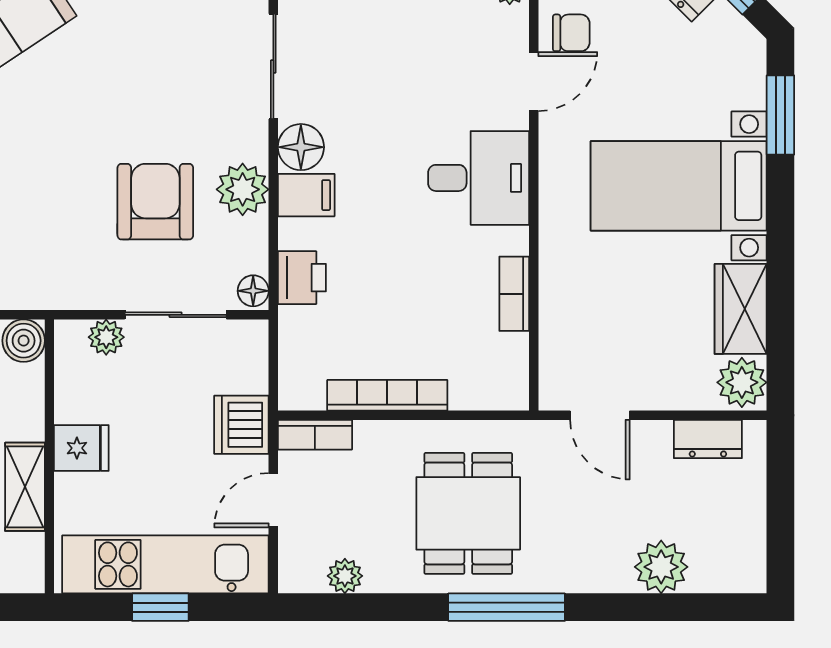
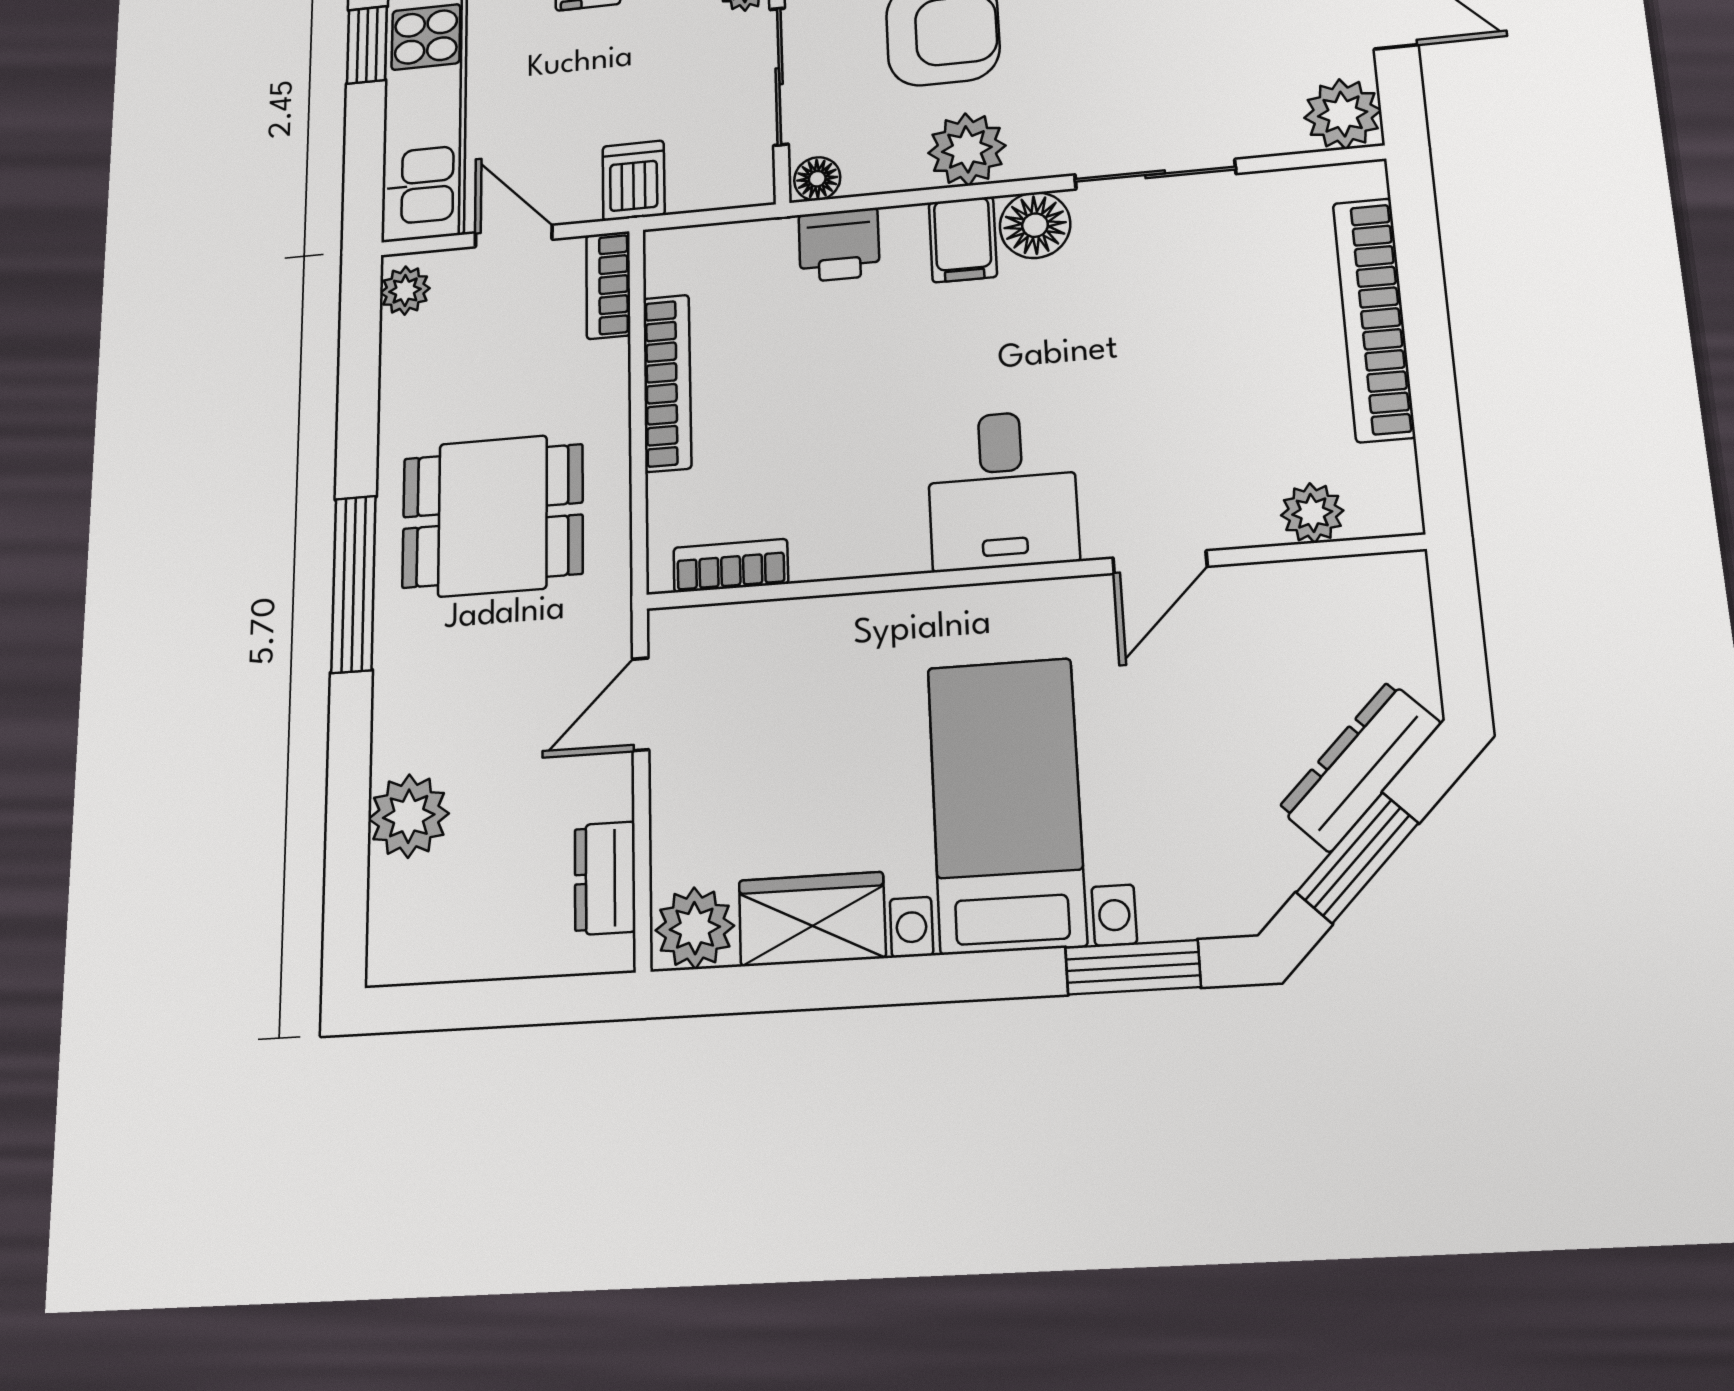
chair: (571, 33) -> (1243, 615), removed
door: (534, 82) -> (1160, 562), hinge flipped
bookcase: (514, 294) -> (731, 566), moved
dishwasher: (241, 425) -> (634, 181), width x0.73
plant: (345, 576) -> (405, 290), moved
window: (160, 607) -> (367, 45), moved

